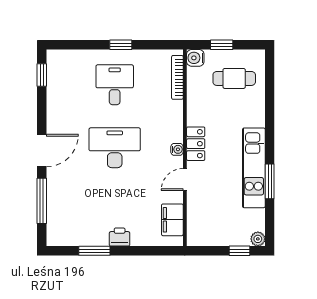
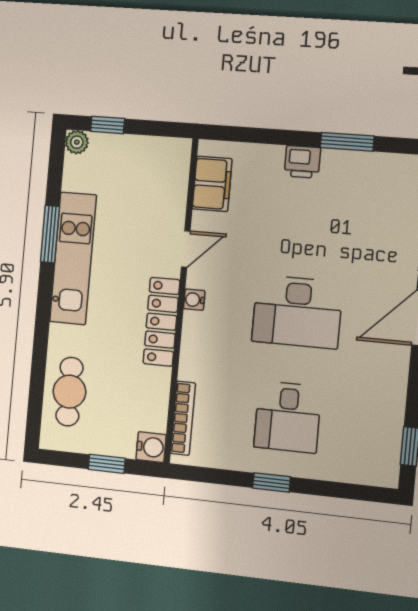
cafe table: (234, 78) -> (69, 392), moved, turned 90
locker: (196, 144) -> (161, 322), width x1.53

